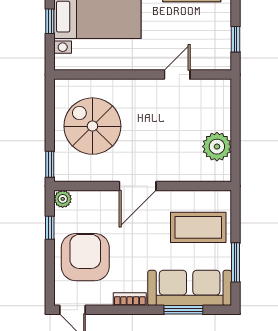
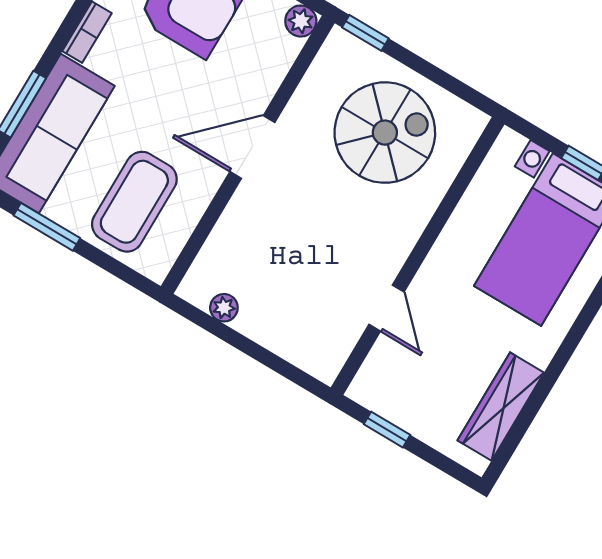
plant: (217, 147) -> (224, 308), width x0.53, depth x0.53
door: (138, 186) -> (252, 147), hinge flipped

